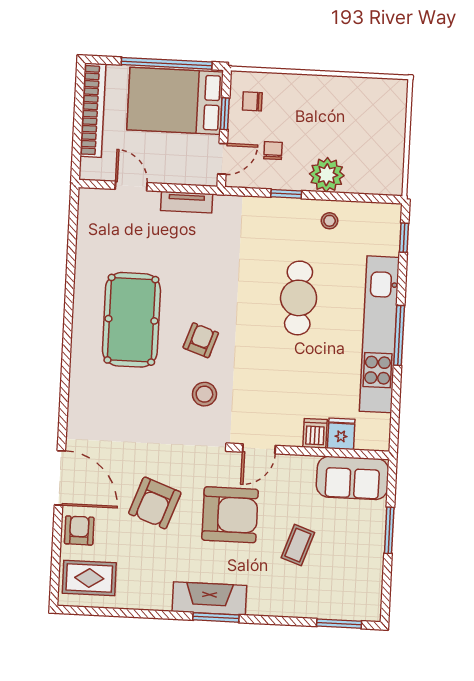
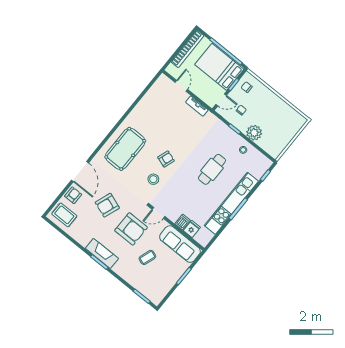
pool table: (131, 320) -> (125, 149), moved
sofa: (352, 478) -> (180, 244), width x1.36

